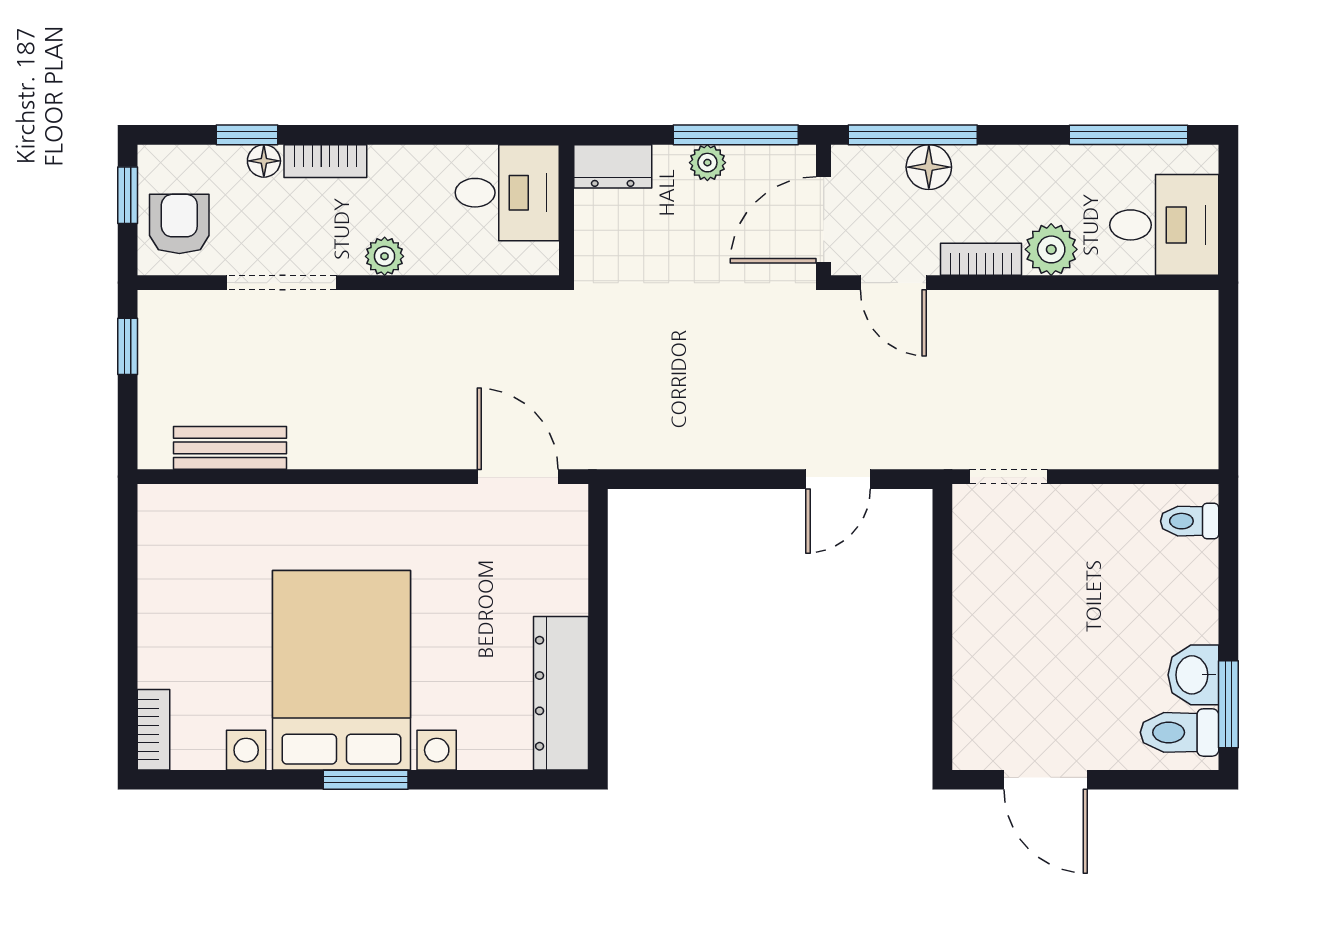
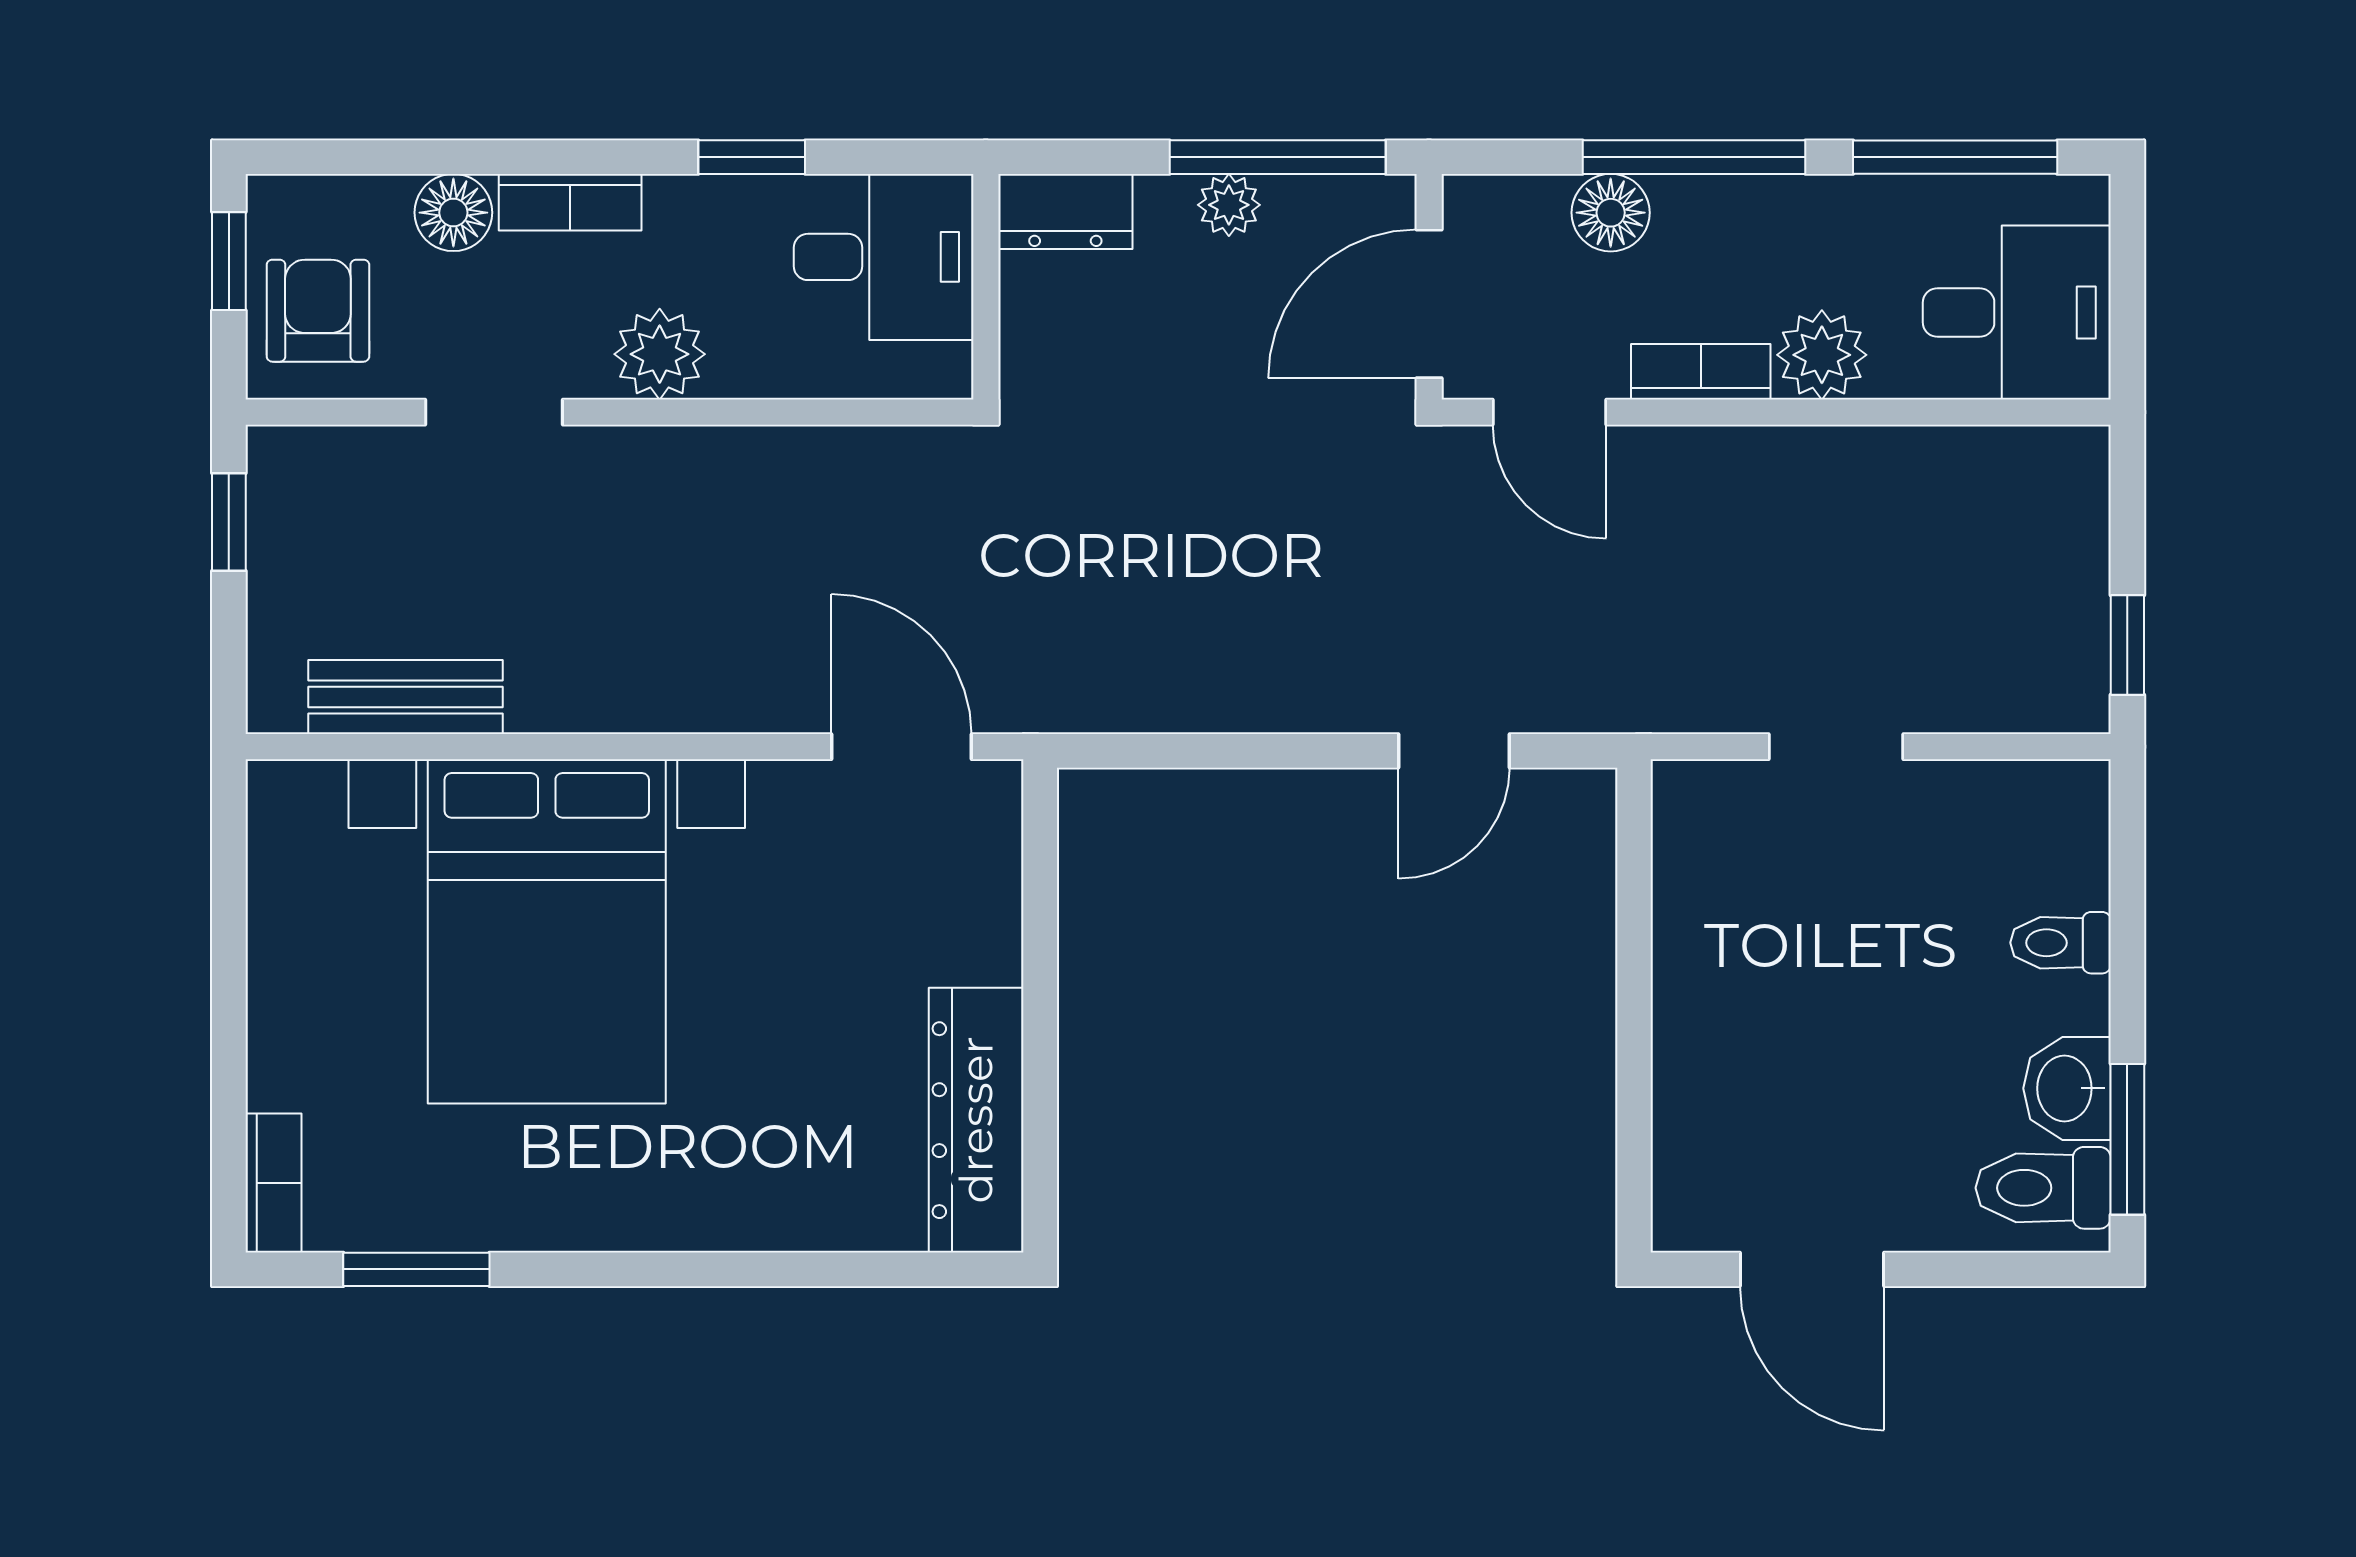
window: (247, 135) -> (752, 157), moved
window: (913, 135) -> (1694, 157), moved
floor lamp: (264, 161) -> (453, 213), width x1.37, depth x1.37
plant: (385, 256) -> (660, 354), width x1.38, depth x1.38
doorway: (281, 283) -> (494, 412), width x0.73
window: (1228, 418) -> (2127, 645), added
doorway: (1008, 477) -> (1836, 747), moved
toilet: (1190, 521) -> (2060, 943), moved
bed with nightstands: (341, 670) -> (547, 931), moved, turned 180
window: (366, 780) -> (416, 1269), moved

